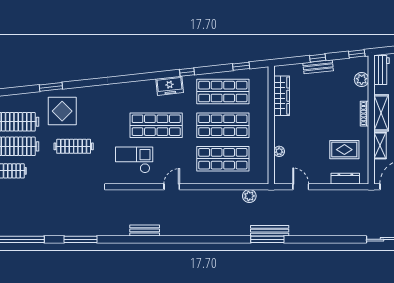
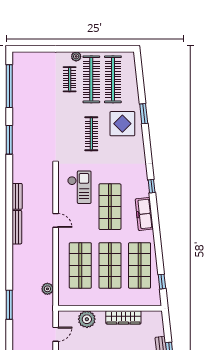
window: (187, 72) -> (152, 186), moved
freezer: (170, 86) -> (144, 214), width x1.40
wardrobe: (282, 96) -> (123, 317), moved
plant: (279, 151) -> (87, 319), width x1.88, depth x1.88
bench: (270, 231) -> (17, 227), moved

